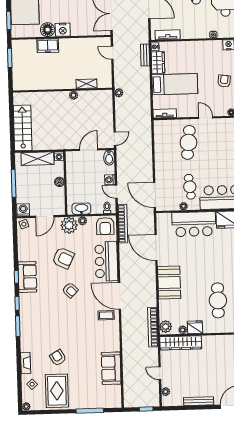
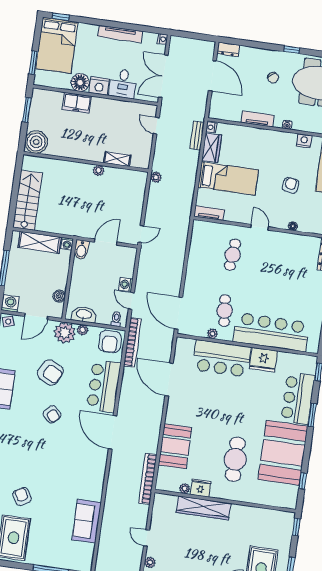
desk: (81, 25) -> (123, 84), added
tv unit: (168, 35) -> (257, 119), moved
boiler: (21, 81) -> (36, 142), added
cafe table: (188, 142) -> (233, 255), width x0.73, depth x0.74
bidet: (109, 158) -> (81, 250), moved
boiler: (59, 182) -> (59, 296), moved
booth: (169, 282) -> (175, 446), moved
coffee table: (106, 315) -> (92, 454), removed
plant: (166, 327) -> (164, 481), removed
wardrobe: (181, 343) -> (203, 508), moved

